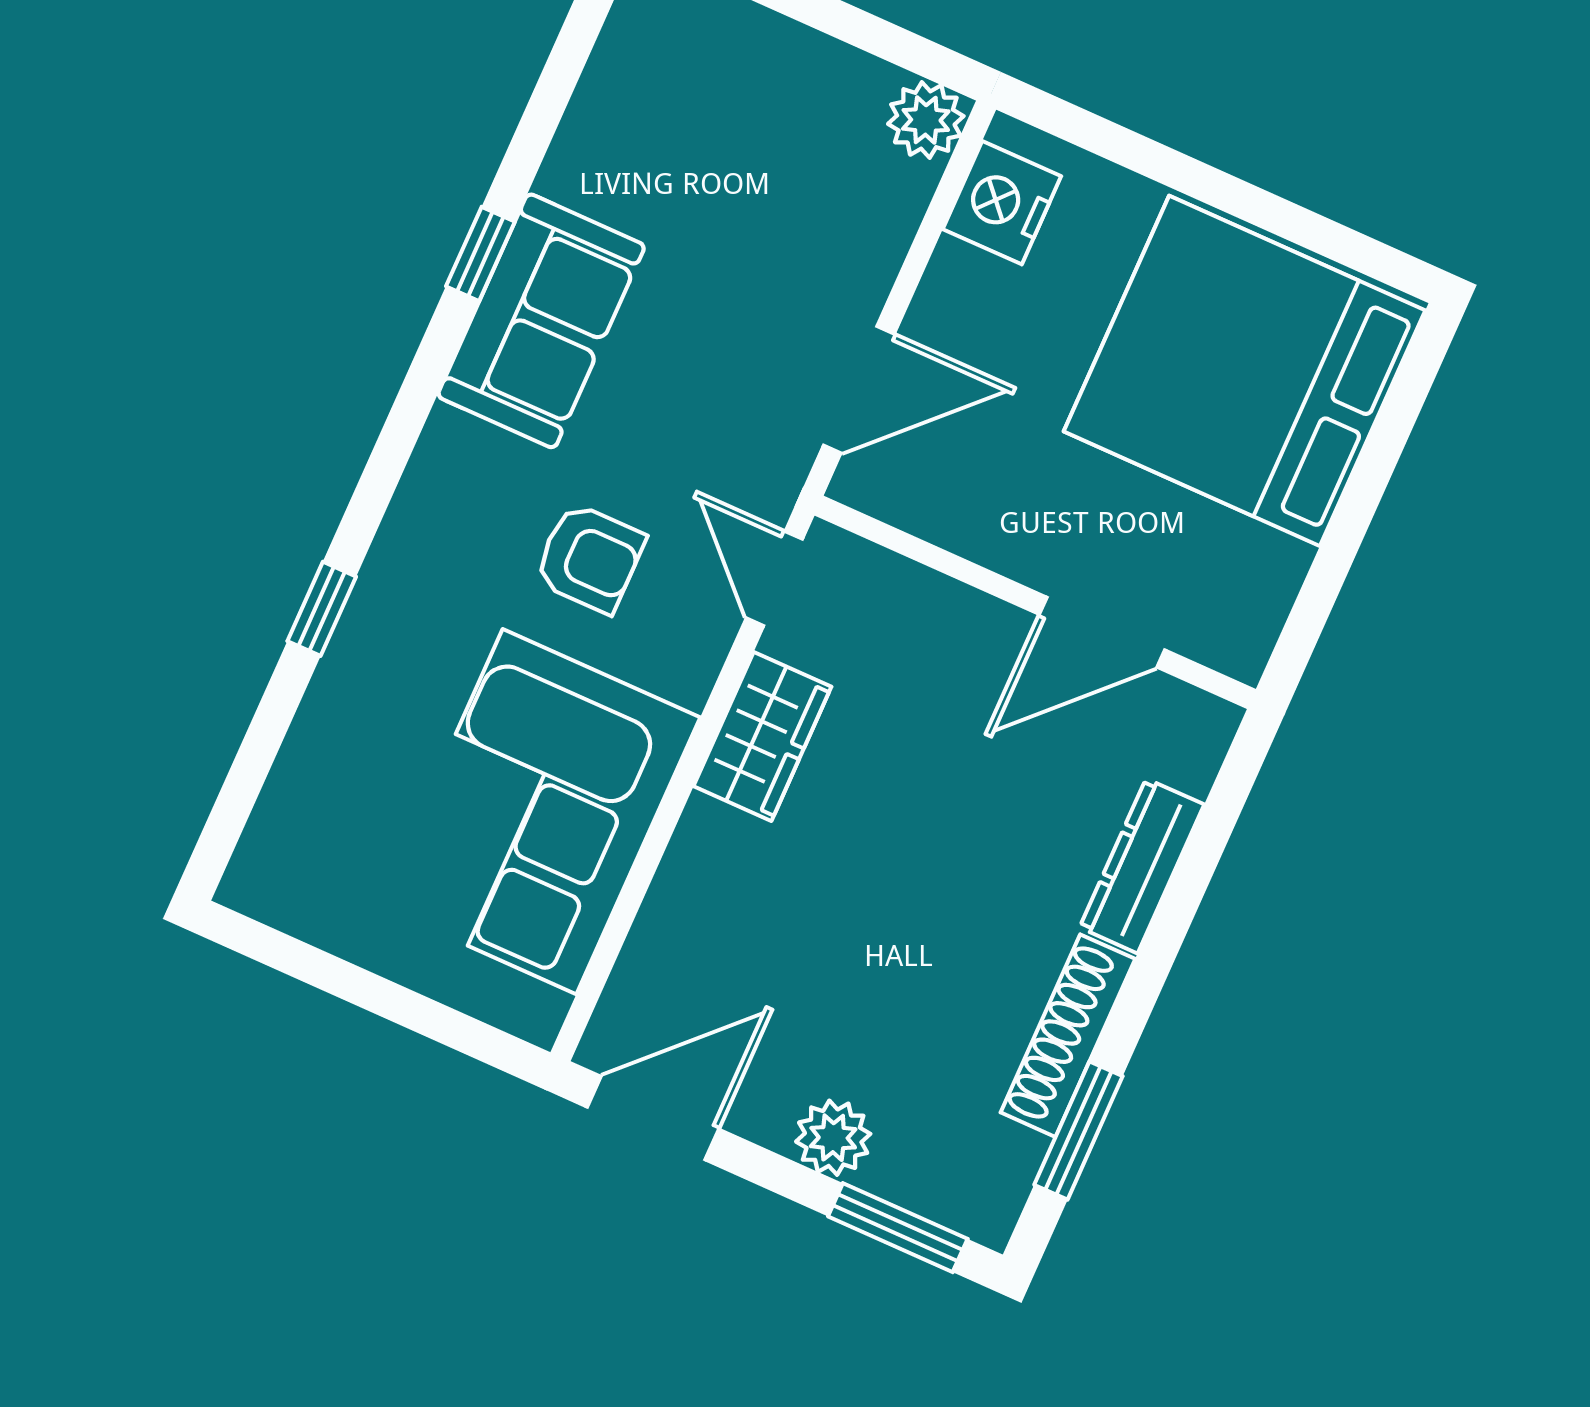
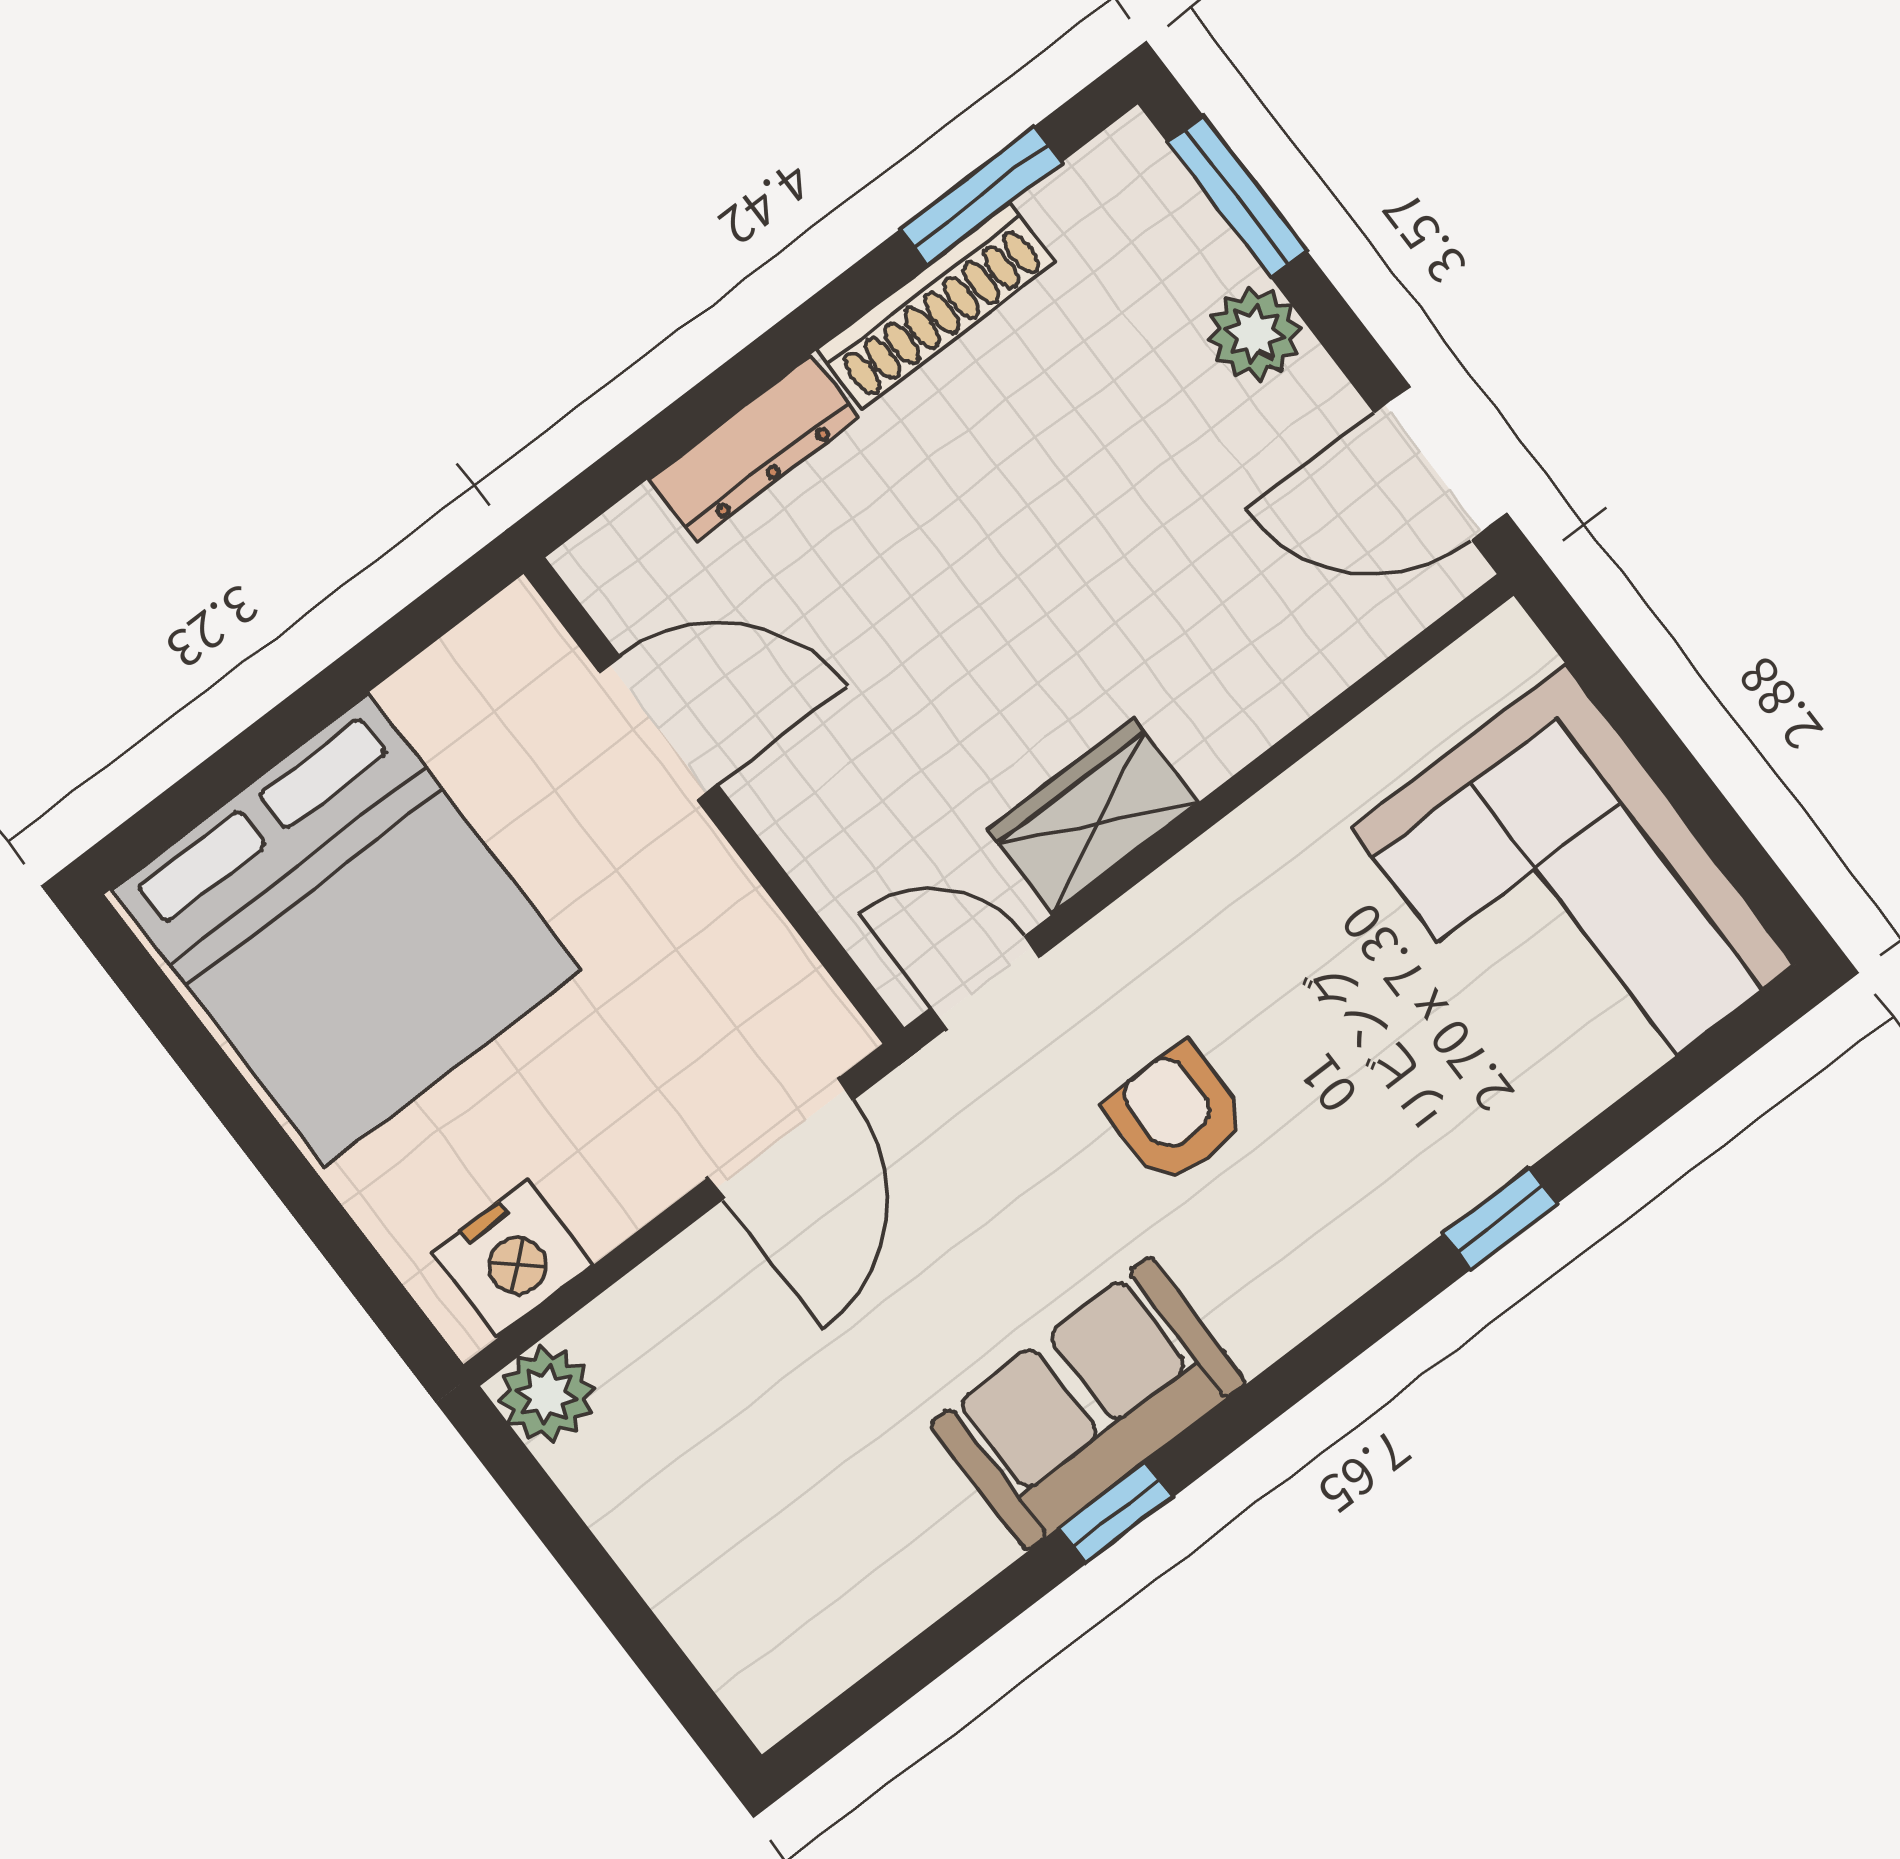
door: (859, 390) -> (781, 1139), swing flipped
door: (774, 579) -> (986, 982), swing flipped
corner sofa: (540, 812) -> (1573, 896), moved, turned 90

